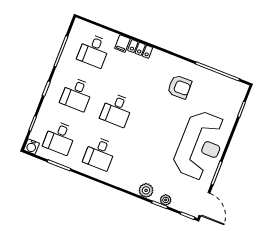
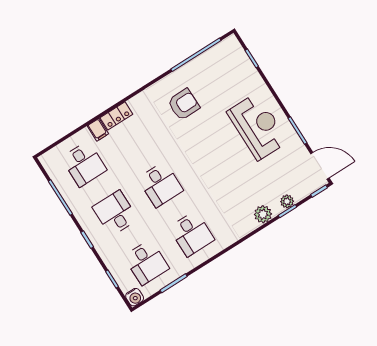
desk: (77, 94) -> (115, 213), turned 180
reception desk: (200, 145) -> (258, 127), width x0.74, depth x0.77

